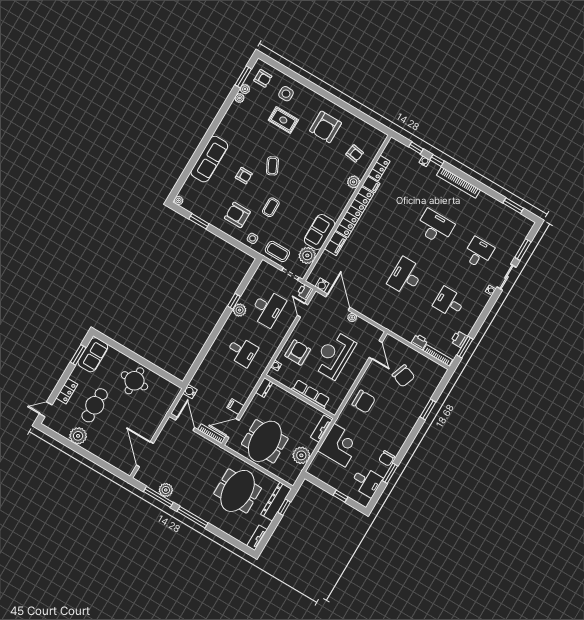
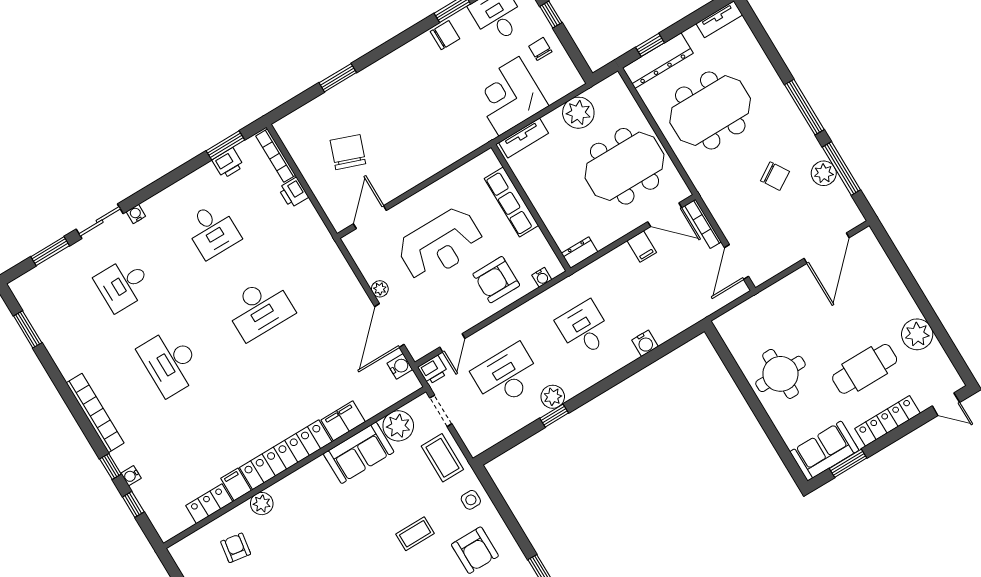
locker: (67, 391) -> (887, 421), width x1.53
water cooler: (190, 391) -> (645, 343), moved
chair: (364, 402) -> (540, 49), moved, width x0.54, depth x0.54
chair: (189, 476) -> (775, 176), added

